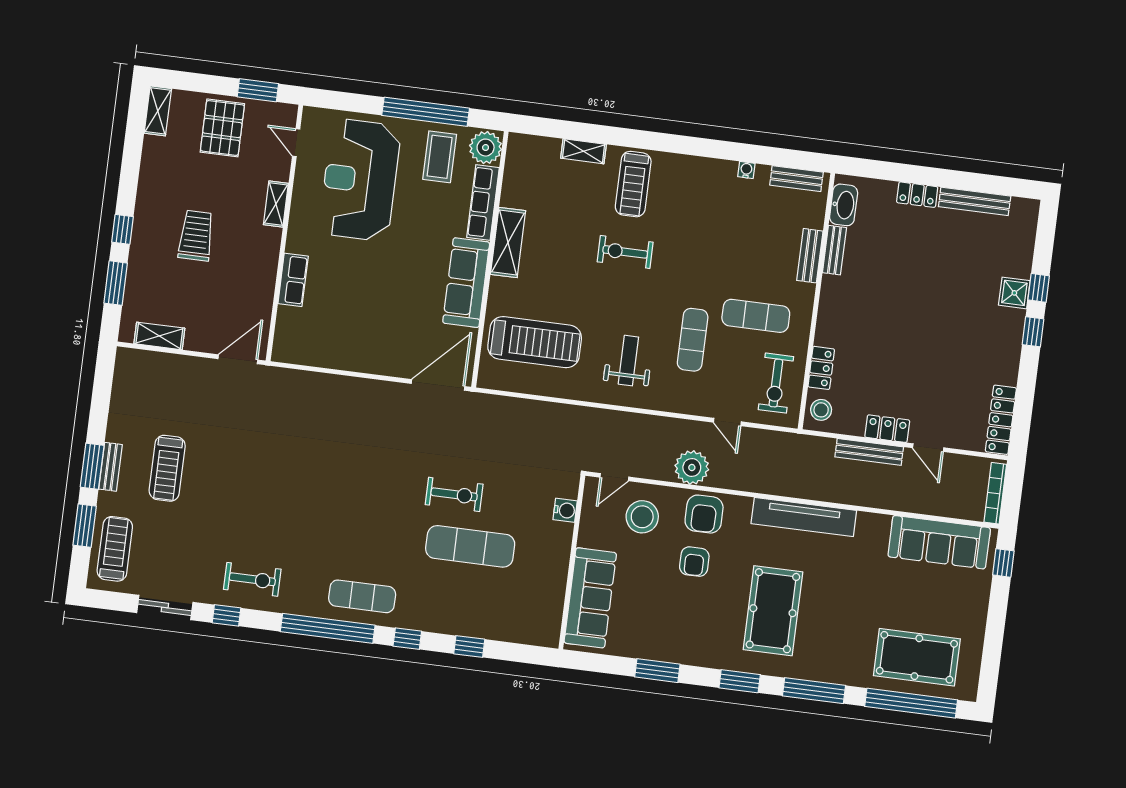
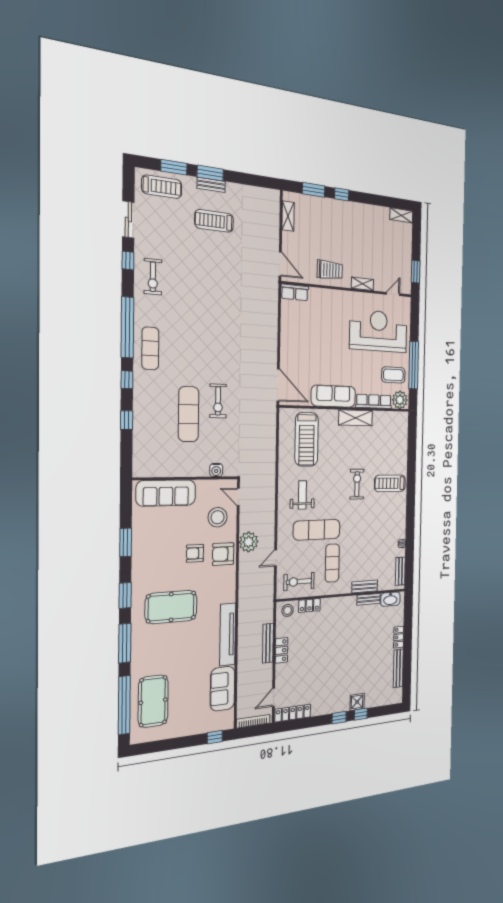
pallet: (222, 128) -> (396, 252), removed
shelving: (584, 151) -> (403, 454), removed
trolley: (196, 236) -> (330, 270), moved
row of seats: (293, 280) -> (295, 292), moved
exercise mat: (693, 340) -> (317, 530), width x1.36, depth x1.45
weight bench: (628, 361) -> (302, 495), turned -90
door: (928, 448) -> (273, 697), moved
tv unit: (804, 517) -> (228, 634), moved
sofa: (939, 542) -> (223, 689), width x0.73

